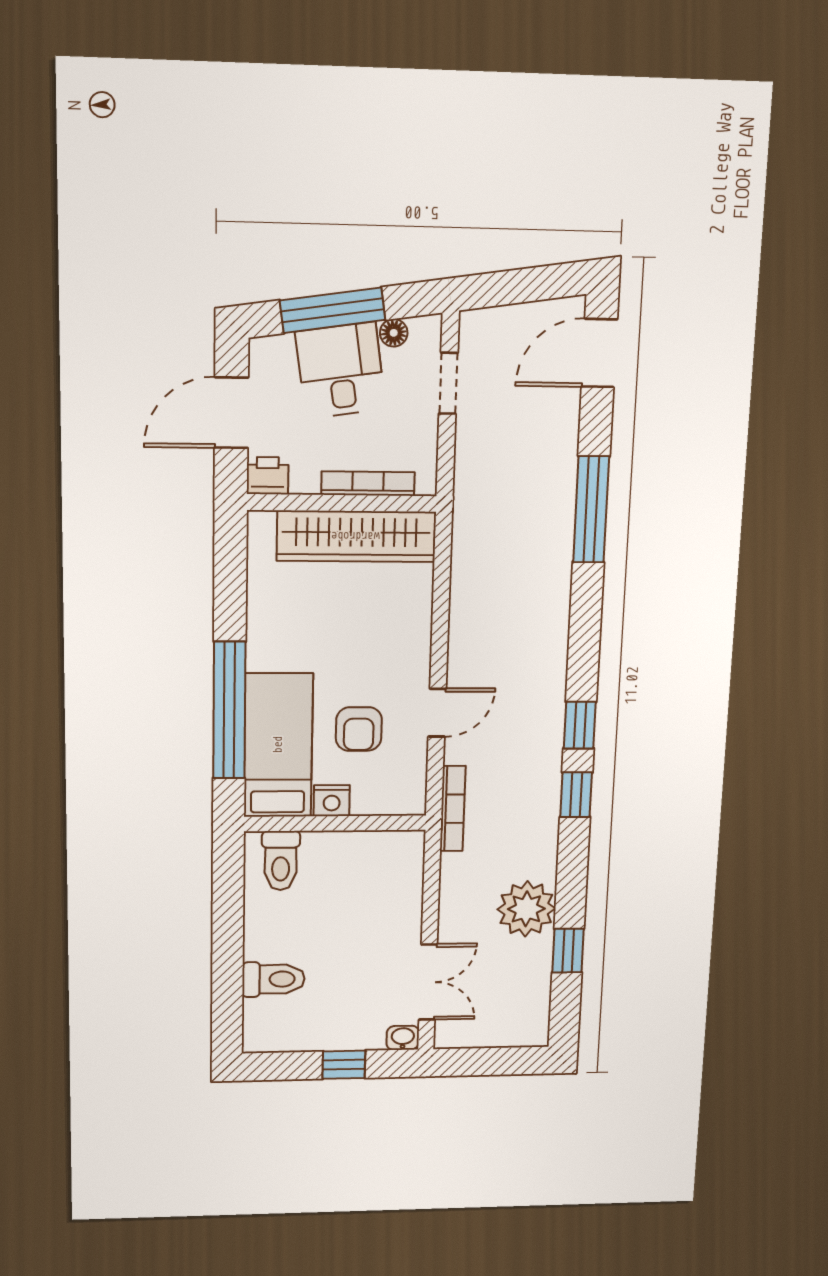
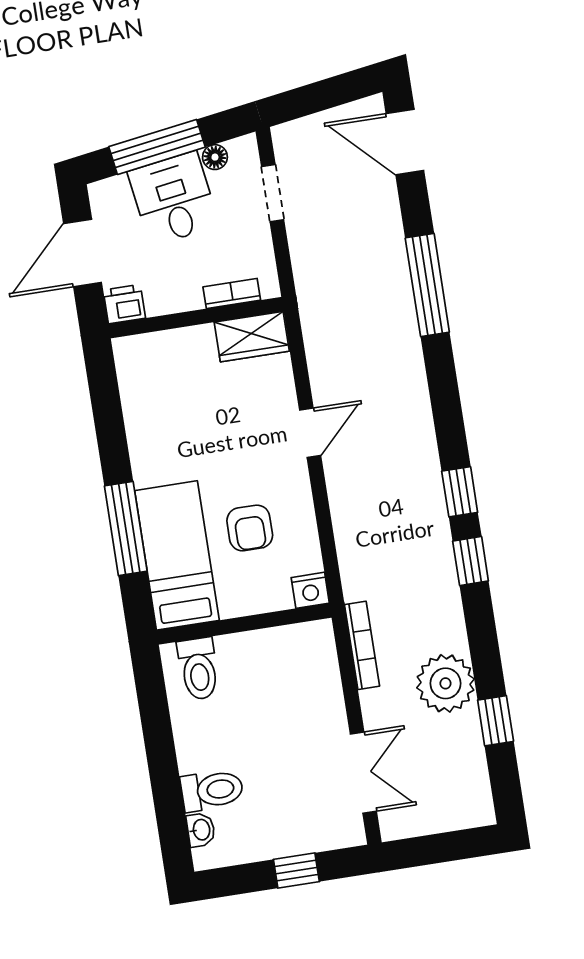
door: (599, 353) -> (405, 142), hinge flipped
bookcase: (368, 484) -> (232, 293), width x0.64
wardrobe: (356, 536) -> (252, 337), width x0.48, depth x0.85
window: (229, 710) -> (126, 529), width x0.68
door: (437, 713) -> (310, 433), moved
nightstand: (332, 801) -> (310, 590), moved
bookcase: (453, 809) -> (362, 645), moved
washbasin: (403, 1038) -> (201, 830), moved, turned 90

